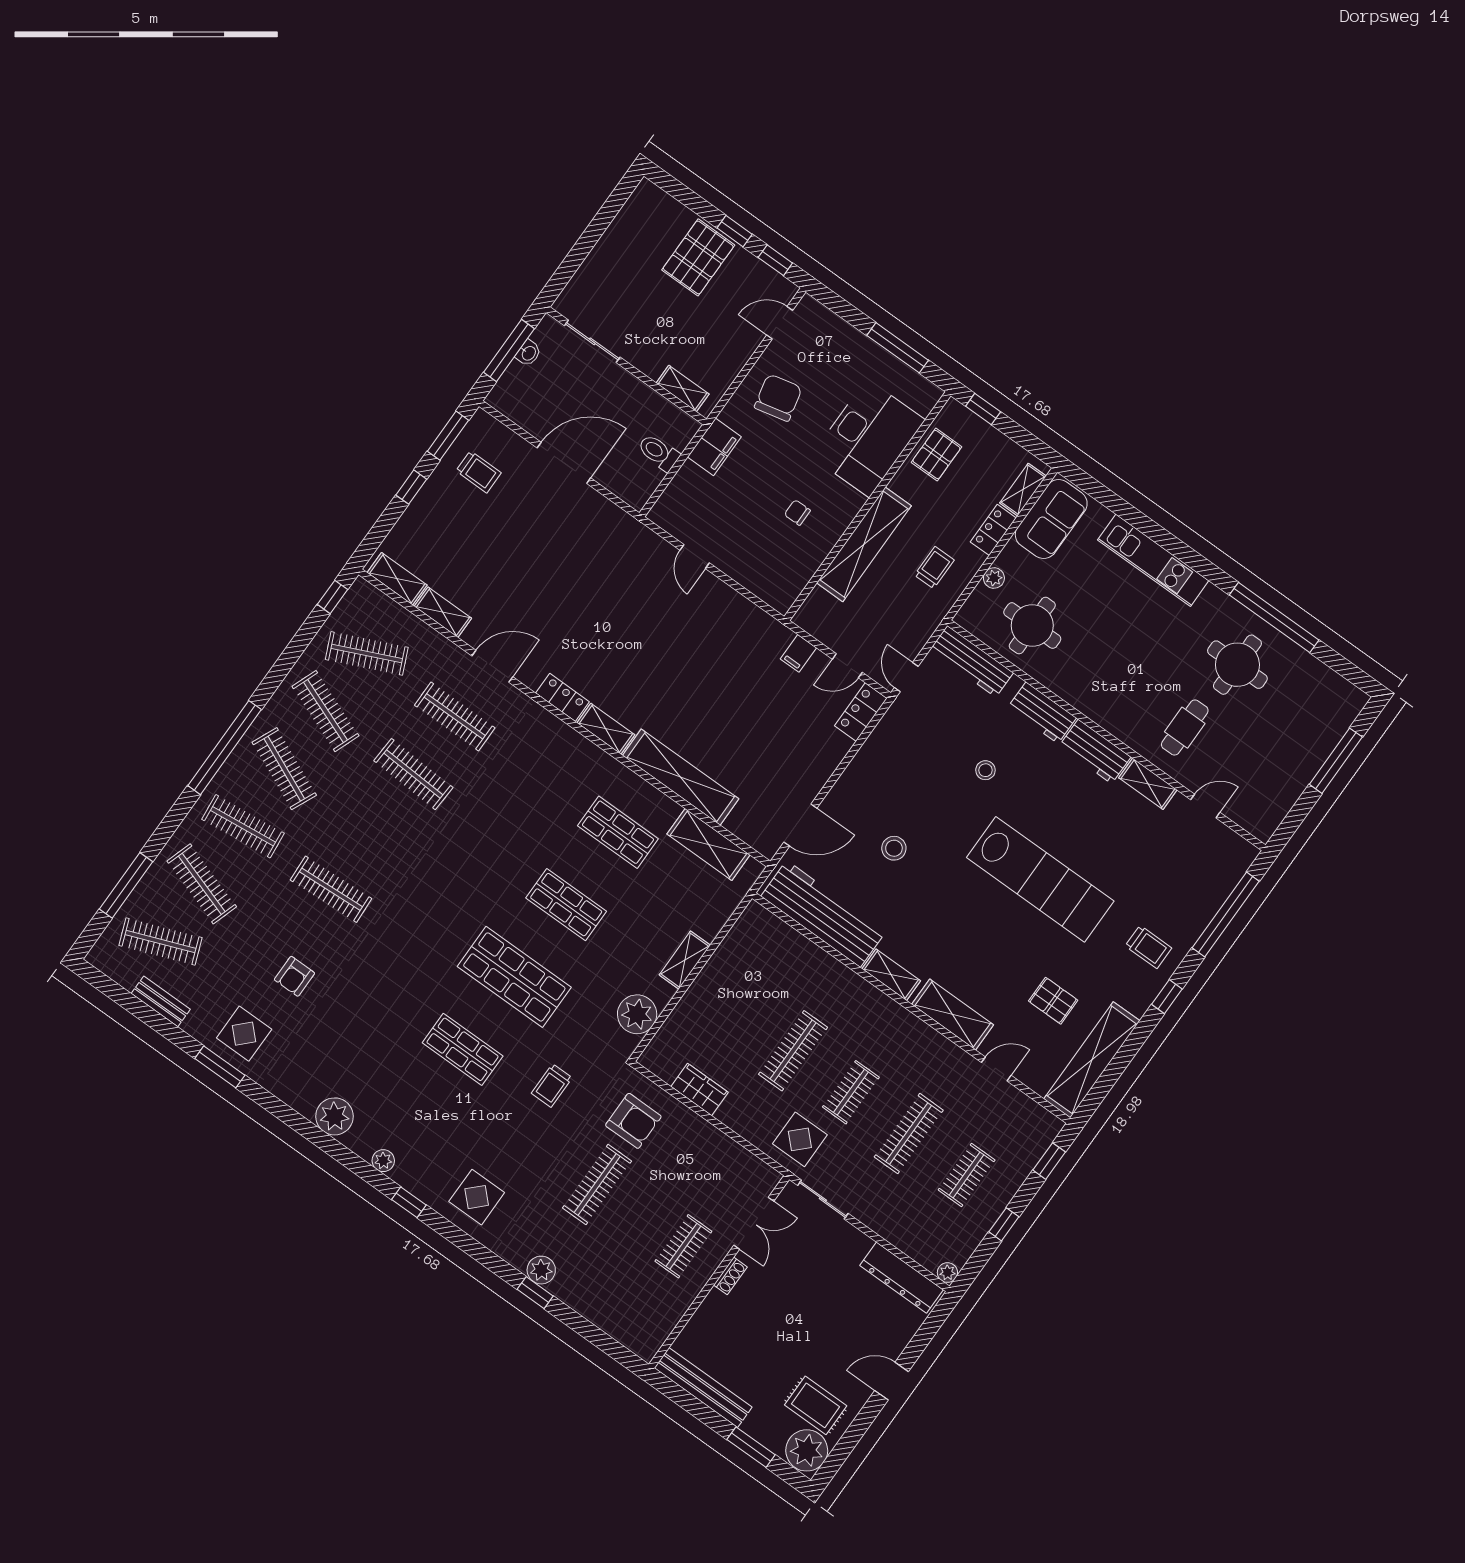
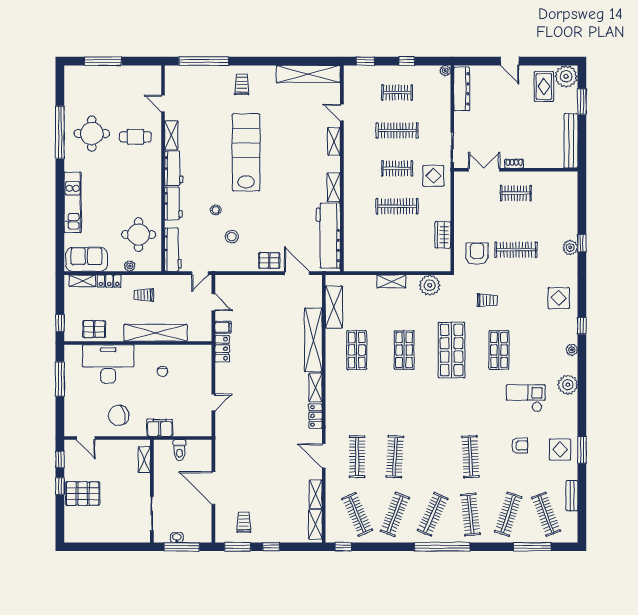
locker: (861, 712) -> (222, 349), moved, turned -90
stool: (894, 848) -> (232, 237), moved
window: (1167, 997) -> (258, 61), removed
pallet: (1053, 1001) -> (269, 261), moved, turned 90
shelving: (953, 1015) -> (334, 141), width x0.67, depth x0.75
checkout: (360, 1038) -> (526, 398), added

